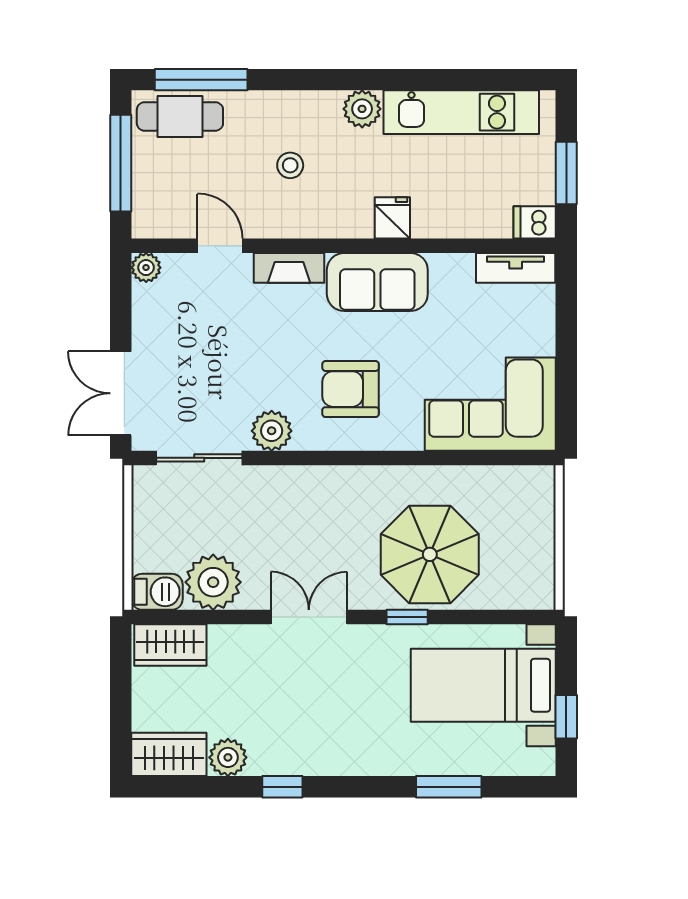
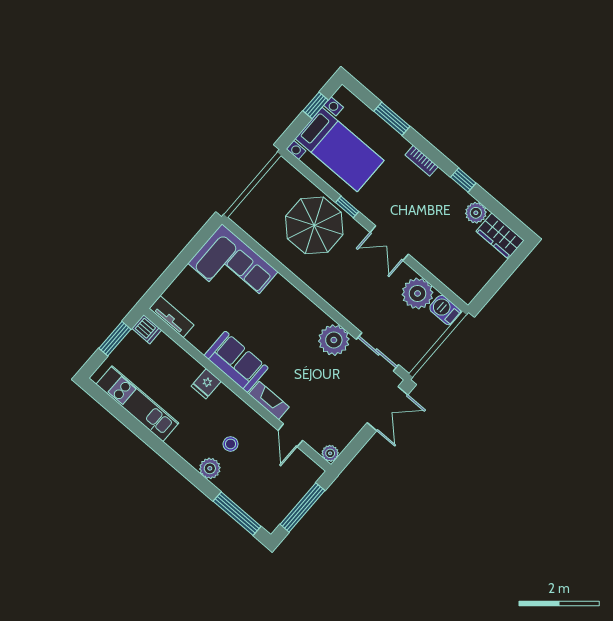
plant: (362, 109) -> (210, 468), moved
cafe table: (180, 116) -> (260, 506), removed
armchair: (351, 389) -> (287, 326), removed
plant: (272, 431) -> (334, 340), width x1.36, depth x1.36
wardrobe: (170, 645) -> (459, 282), removed
bookcase: (361, 765) -> (422, 161), added

